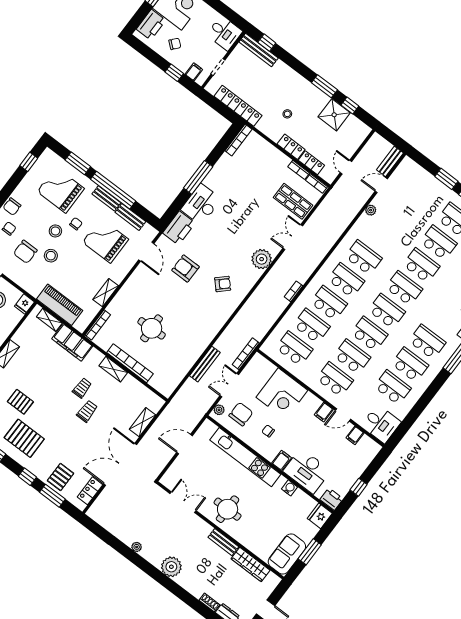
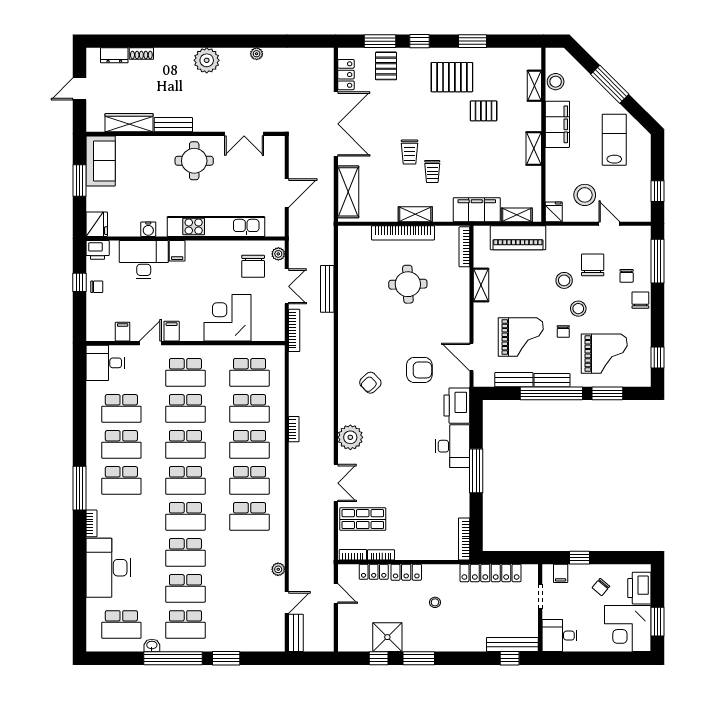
shelving: (142, 422) -> (348, 192), width x1.50, depth x1.33
chair: (268, 431) -> (97, 287), moved

